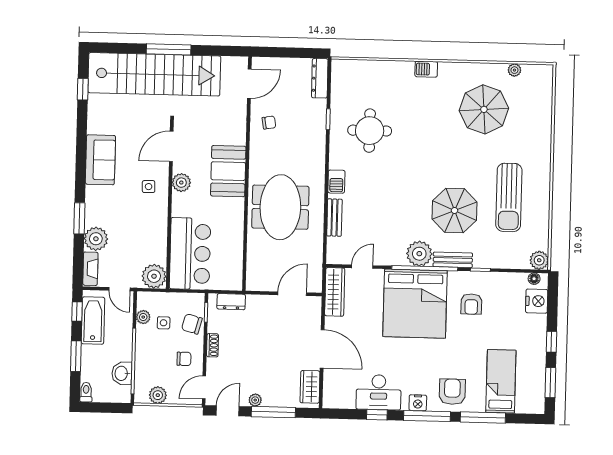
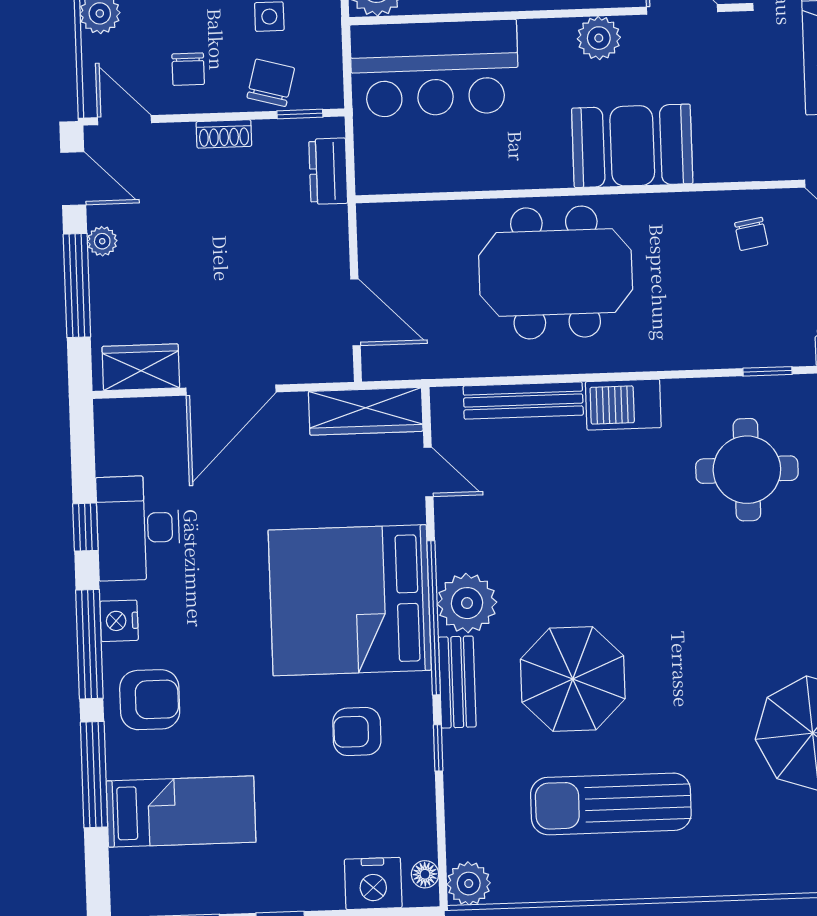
barbecue: (336, 182) -> (623, 405), width x1.38, depth x1.27
bench: (334, 218) -> (523, 401), width x1.36

